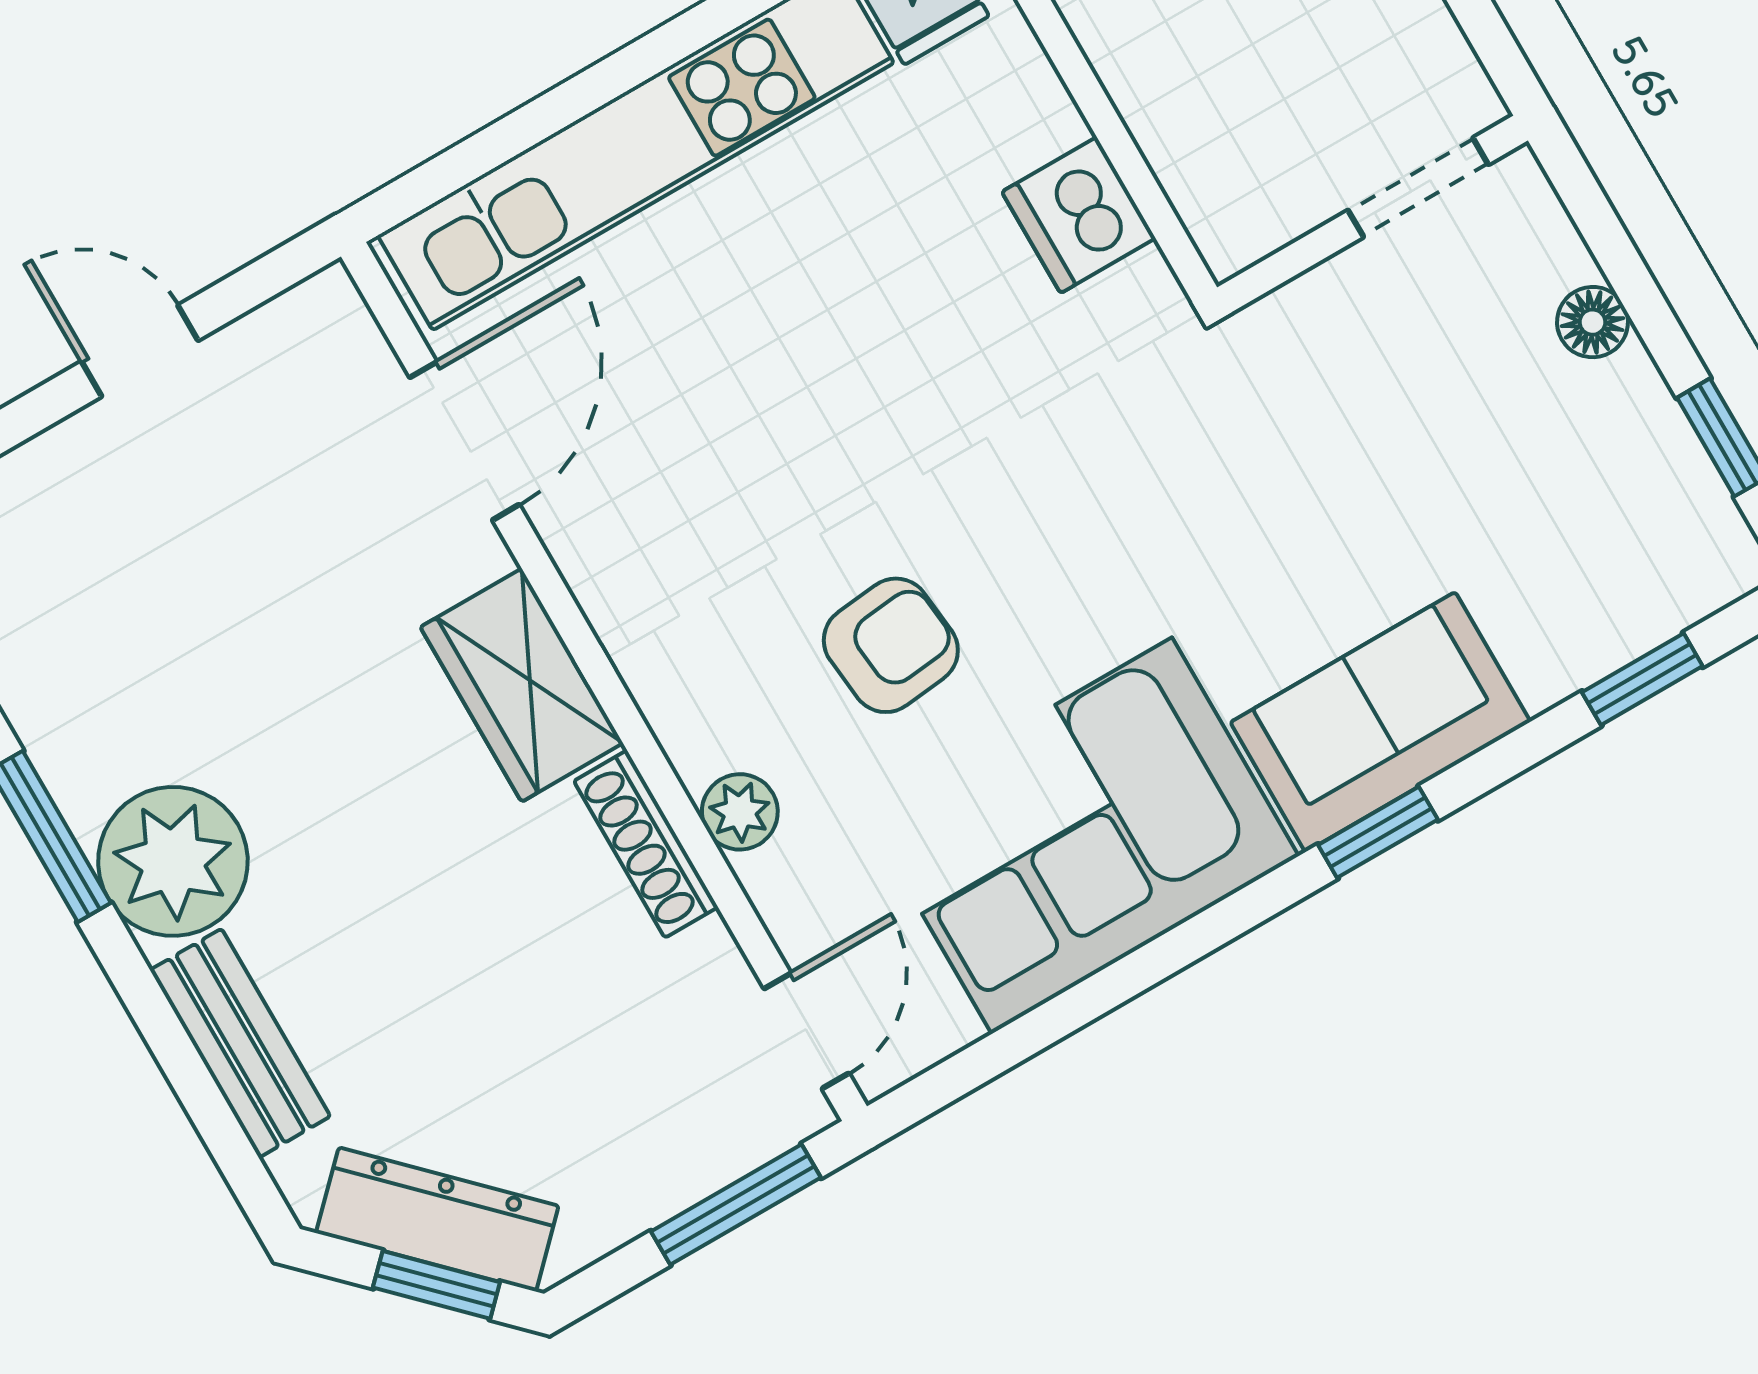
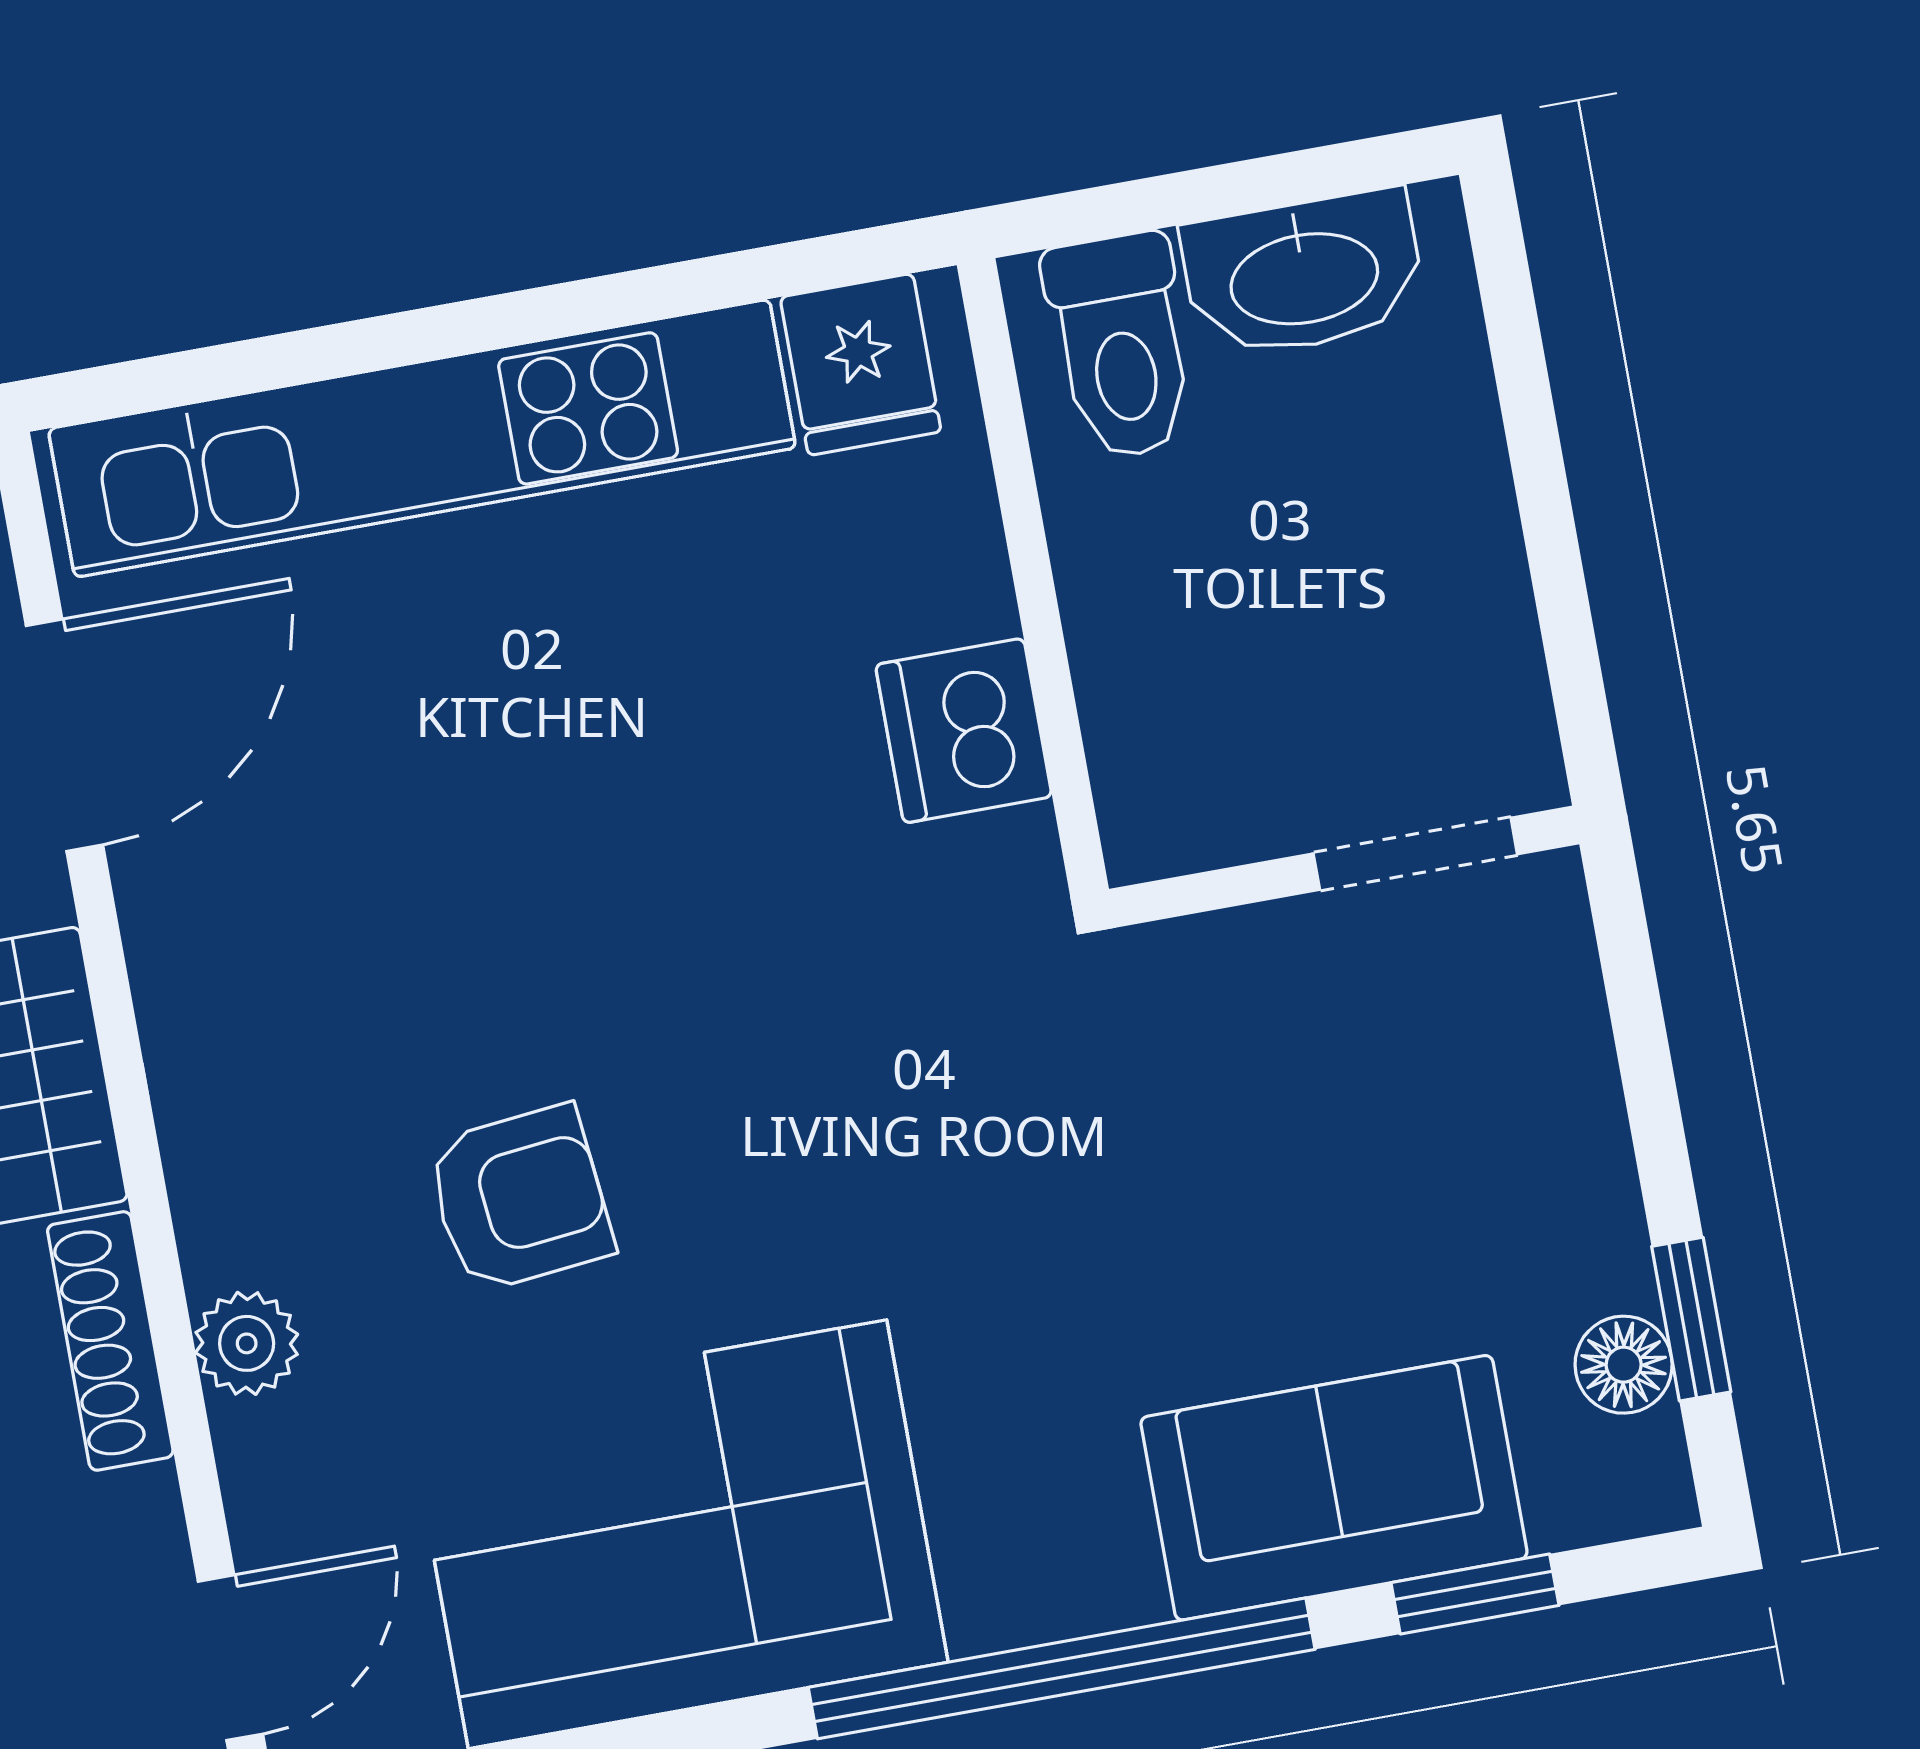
floor lamp: (1592, 322) -> (1624, 1365), moved
sofa: (1380, 722) -> (1334, 1488), moved
window: (1378, 832) -> (1062, 1668), width x3.17

